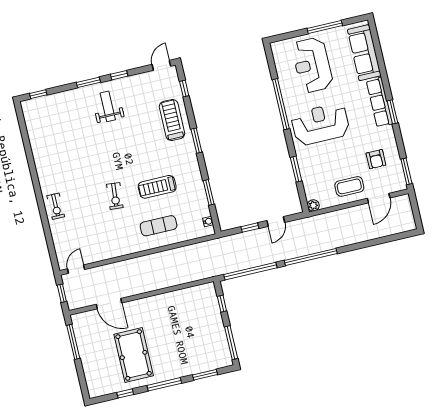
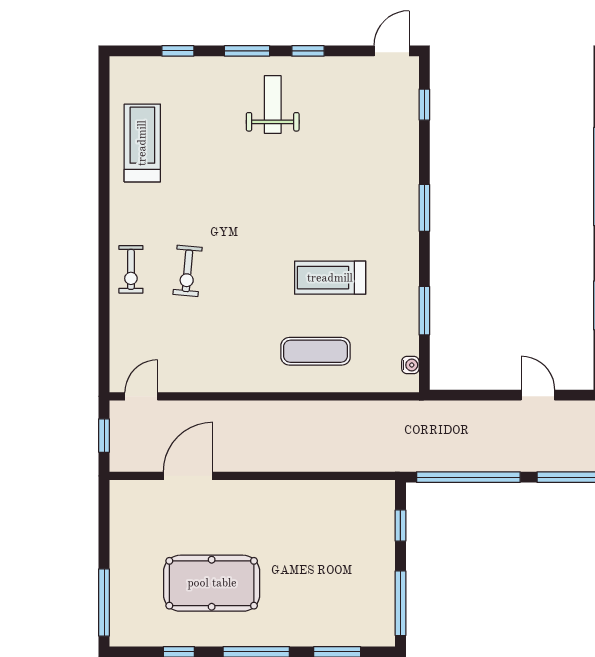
window: (38, 94) -> (178, 51), moved
treadmill: (172, 120) -> (142, 143), moved
exercise bike: (115, 196) -> (188, 271), moved
door: (276, 222) -> (538, 395), swing flipped
window: (250, 228) -> (486, 395), removed
door: (109, 304) -> (188, 476), swing flipped
window: (73, 342) -> (104, 602), moved
pool table: (134, 355) -> (212, 583), turned 90

